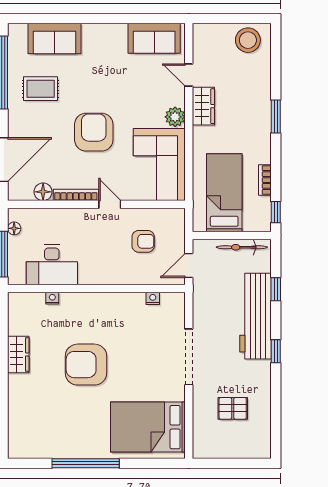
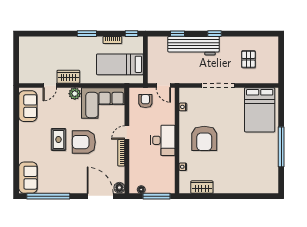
sofa: (55, 39) -> (28, 178), moved
stool: (248, 40) -> (29, 50), removed
rug: (41, 89) -> (58, 139), moved
window: (276, 117) -> (87, 34), moved
floor lamp: (43, 192) -> (119, 188), moved
armchair: (143, 241) -> (145, 101), moved
bicycle: (242, 247) -> (152, 54), removed
desk: (52, 265) -> (163, 140), moved
wardrobe: (18, 354) -> (202, 187), moved
armchair: (86, 365) -> (204, 138), moved

